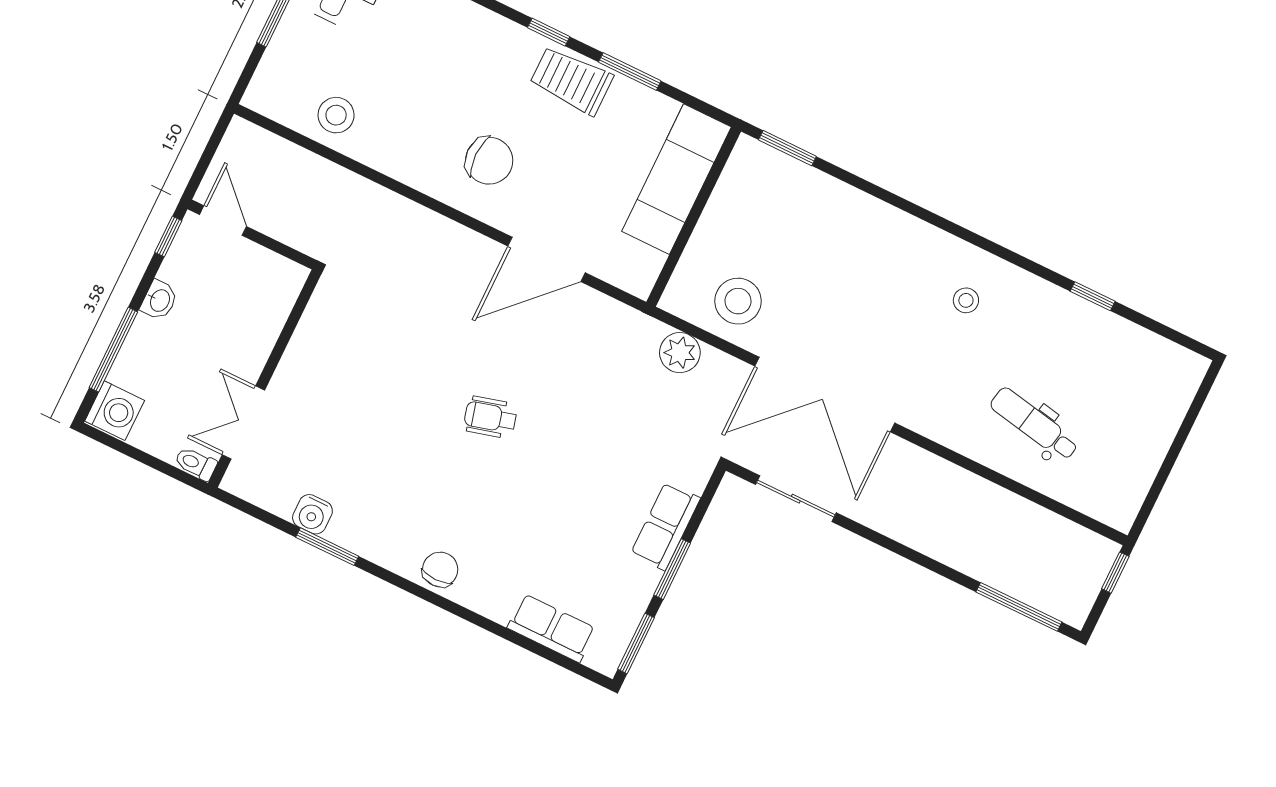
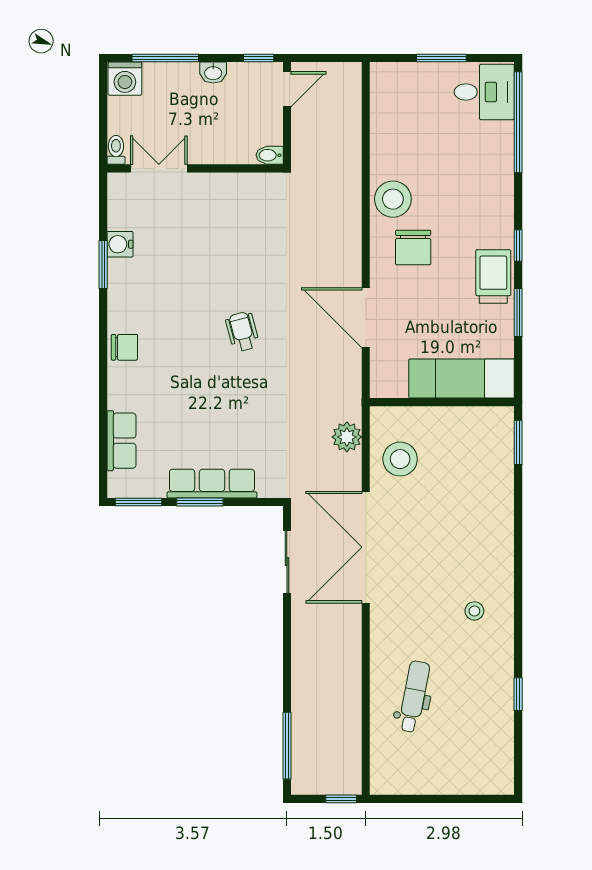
stool: (336, 115) -> (393, 199), moved, width x1.38, depth x1.38
bidet: (293, 280) -> (270, 155), added
row of seats: (665, 526) -> (212, 484), width x1.48

